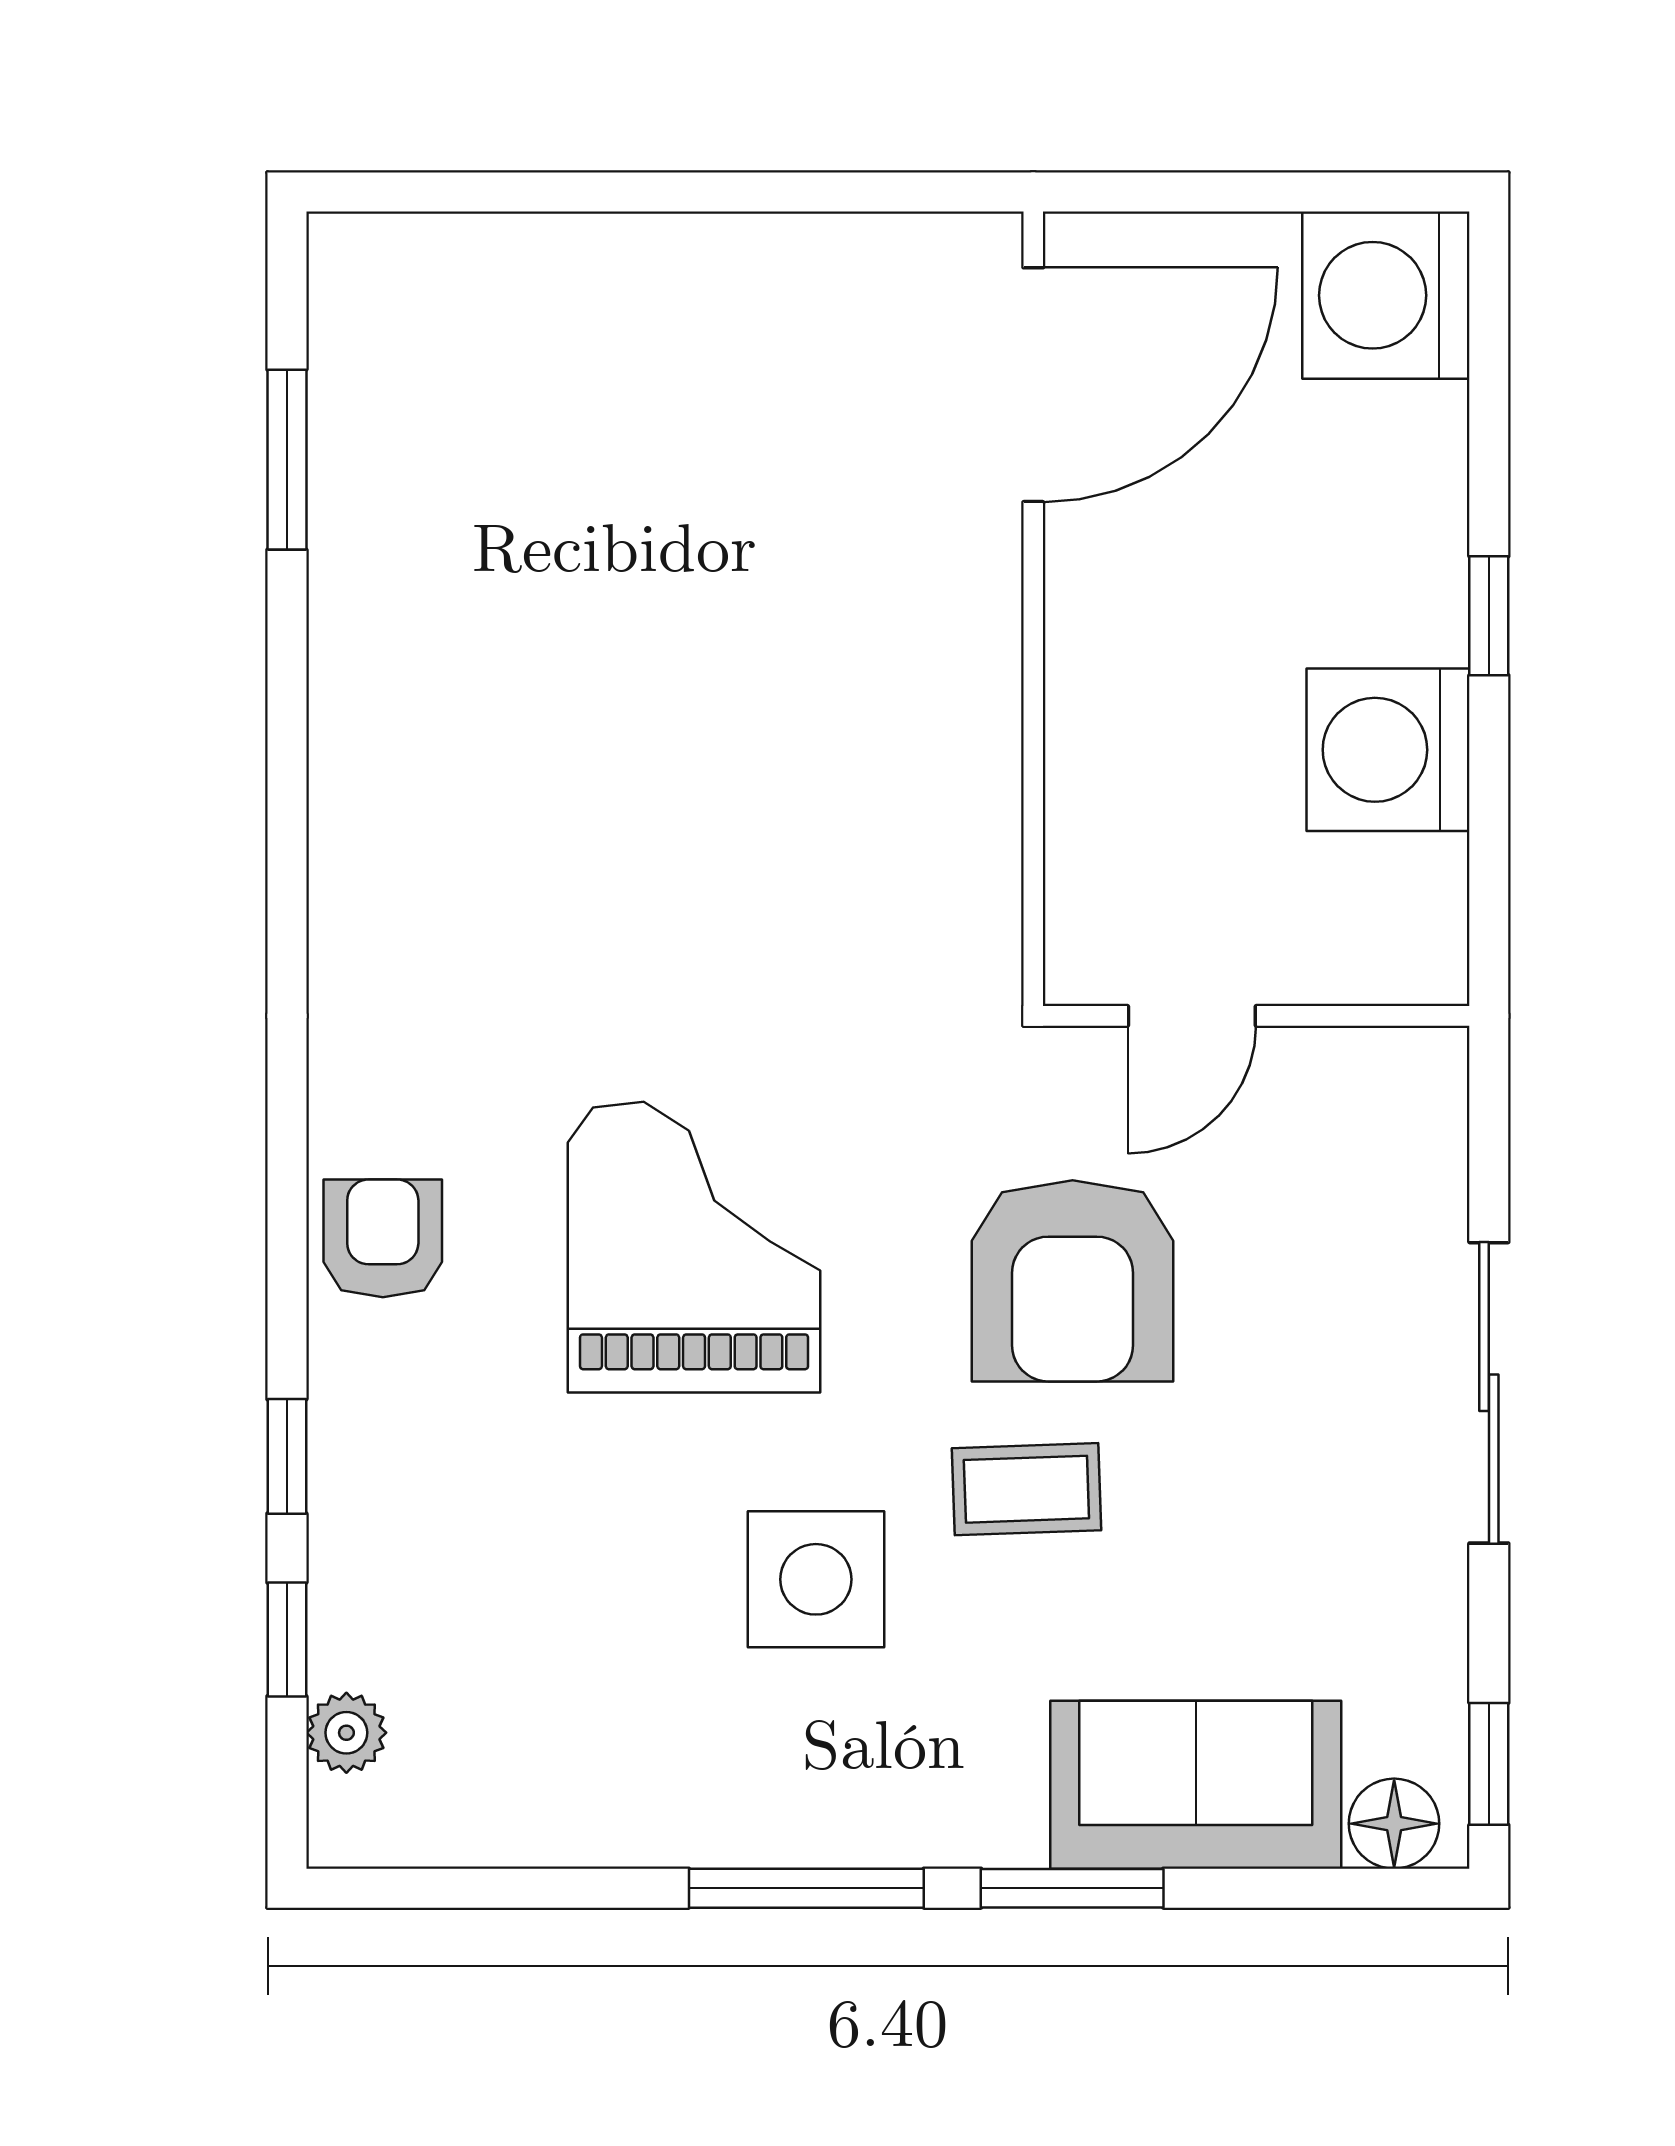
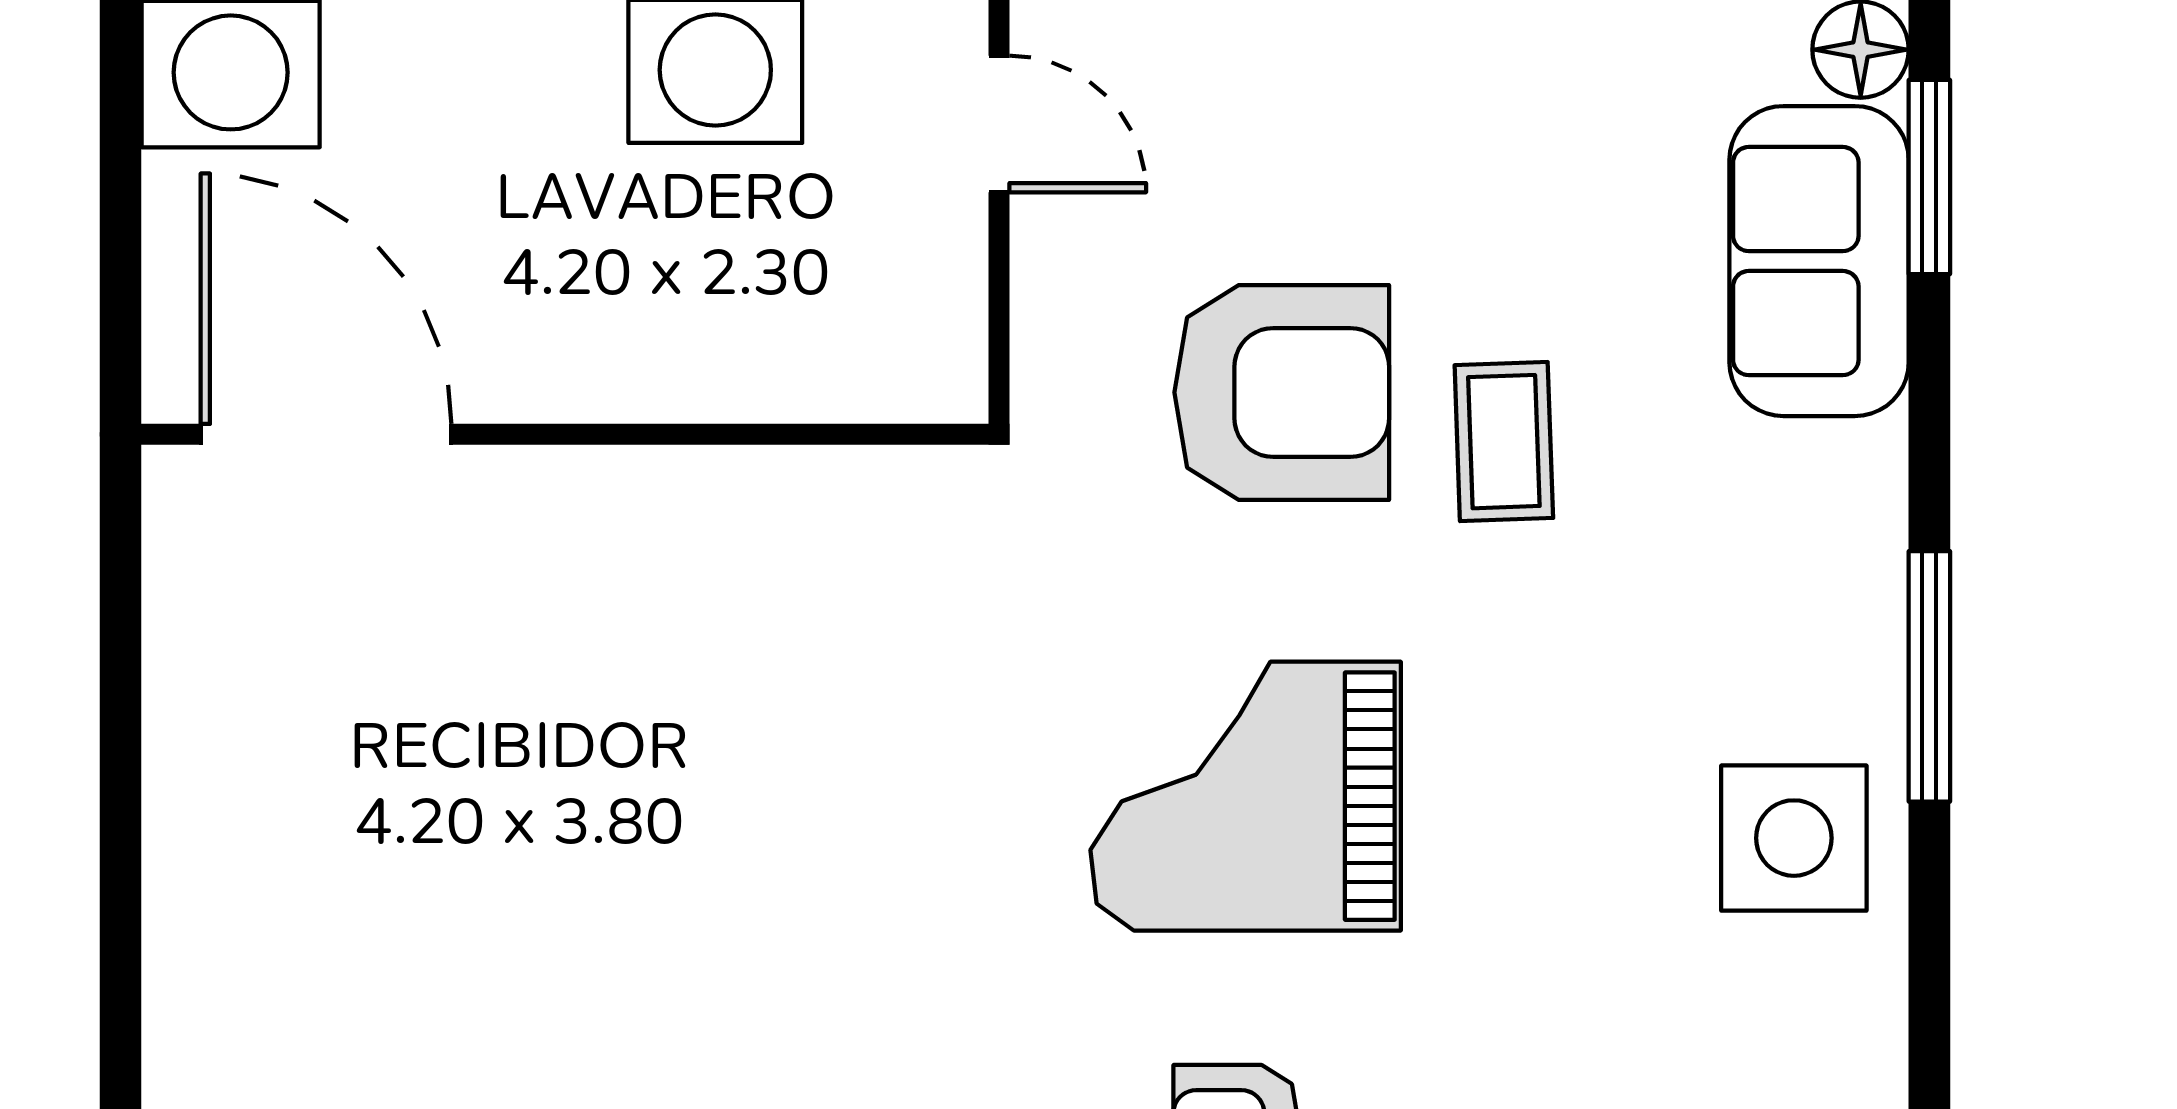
door: (1192, 1016) -> (999, 124), moved
side table: (816, 1579) -> (1794, 838), moved
window: (1072, 1888) -> (1929, 177), moved

